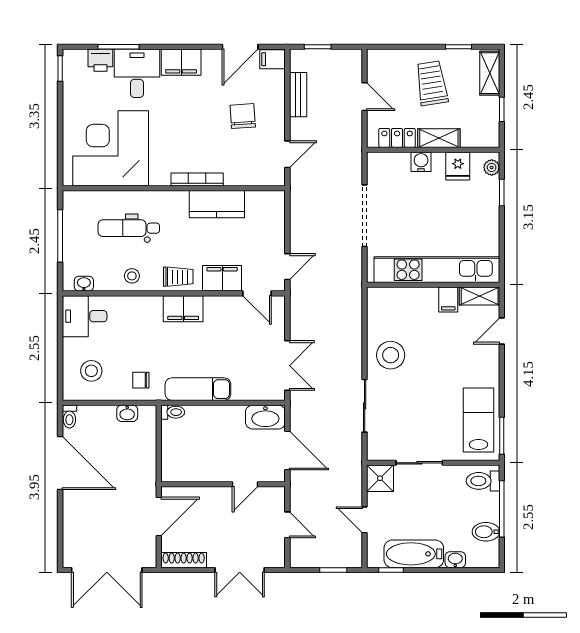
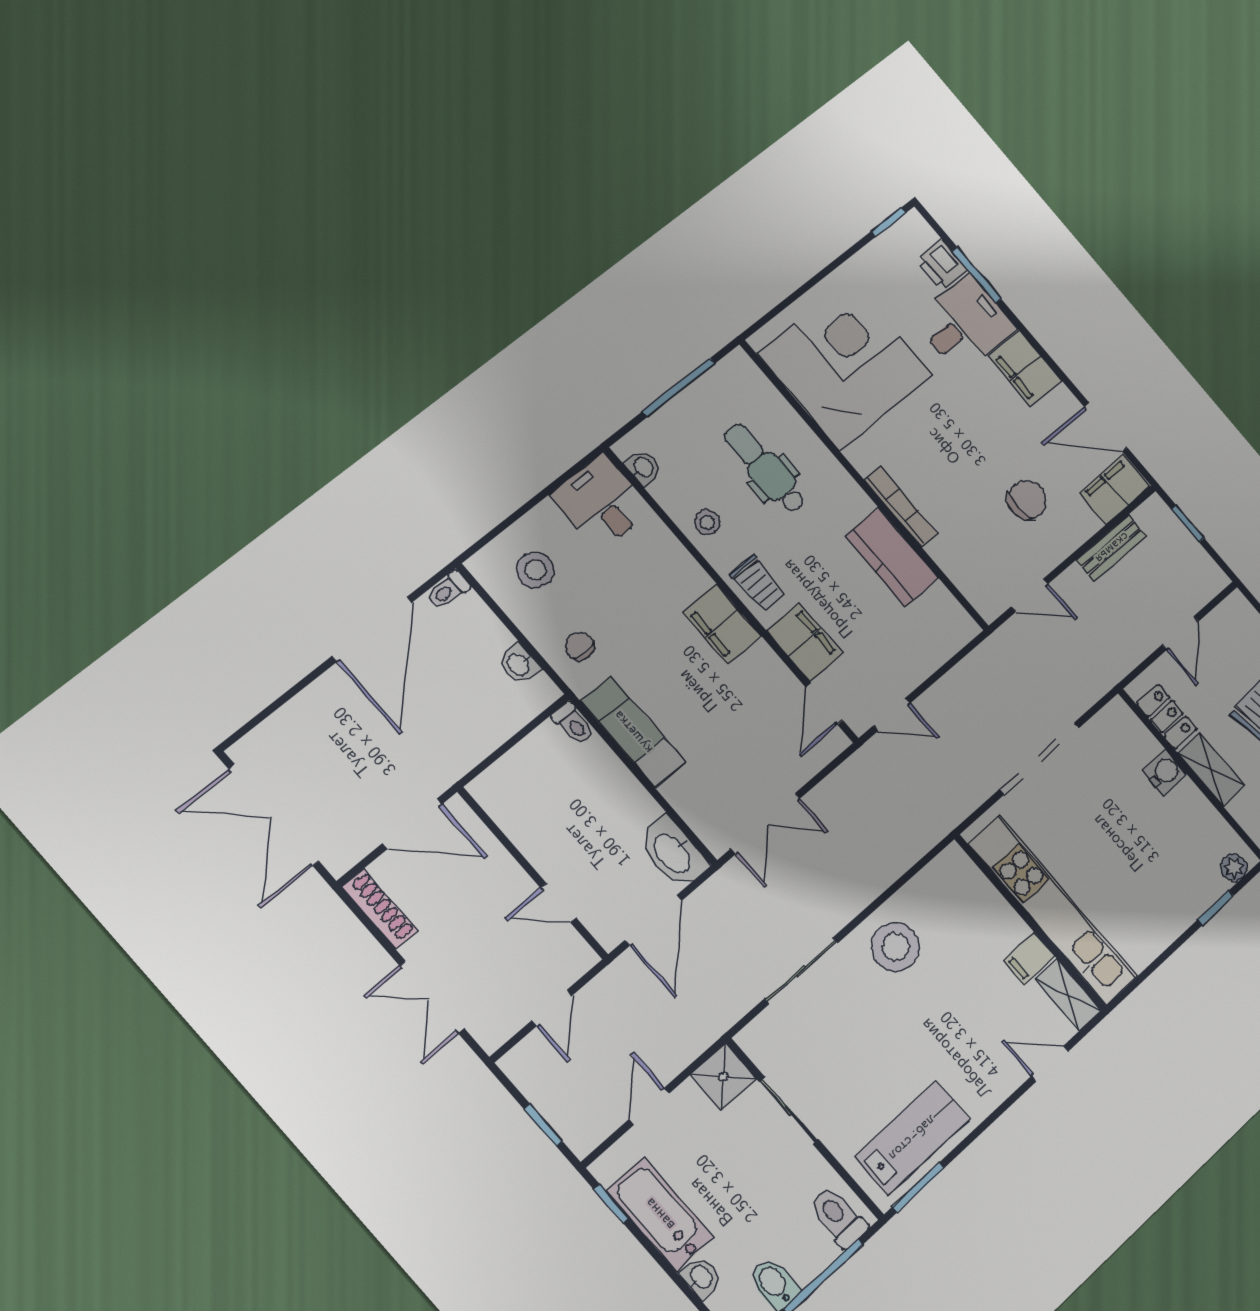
filing cabinet: (273, 59) -> (1115, 490), width x2.00
fridge: (458, 166) -> (1199, 823), removed

